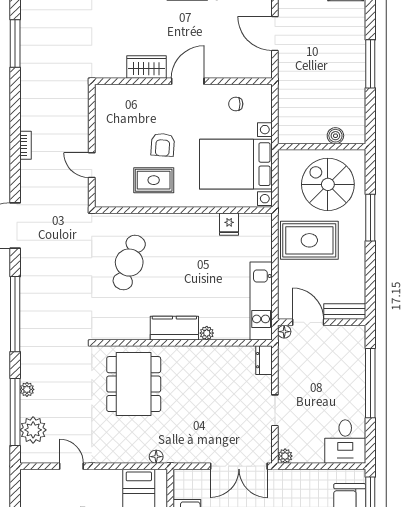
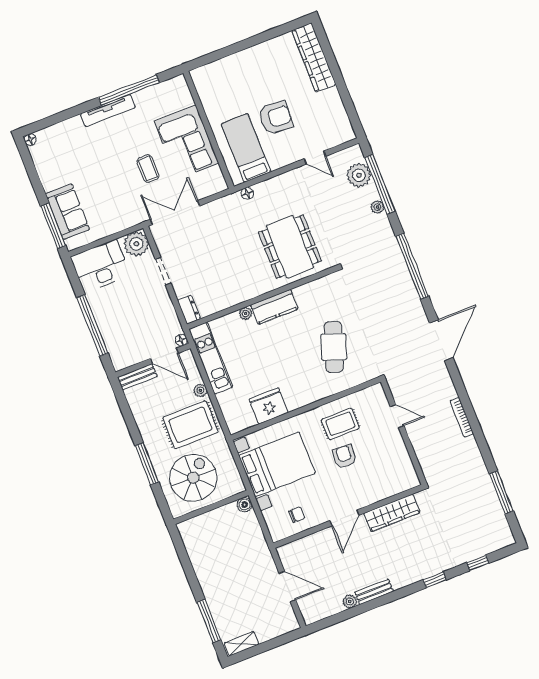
window: (370, 64) -> (209, 621), moved
wardrobe: (146, 67) -> (392, 513), width x1.50
boiler: (335, 136) -> (245, 505), moved
bookcase: (25, 145) -> (462, 417), width x1.56
spiral stairs: (328, 184) -> (193, 478), turned -90
fridge: (229, 224) -> (269, 406), width x1.88, depth x1.34
plant: (285, 272) -> (200, 390), added
desk: (345, 442) -> (100, 266), width x1.37
plant: (285, 456) -> (136, 244), width x1.88, depth x1.88

